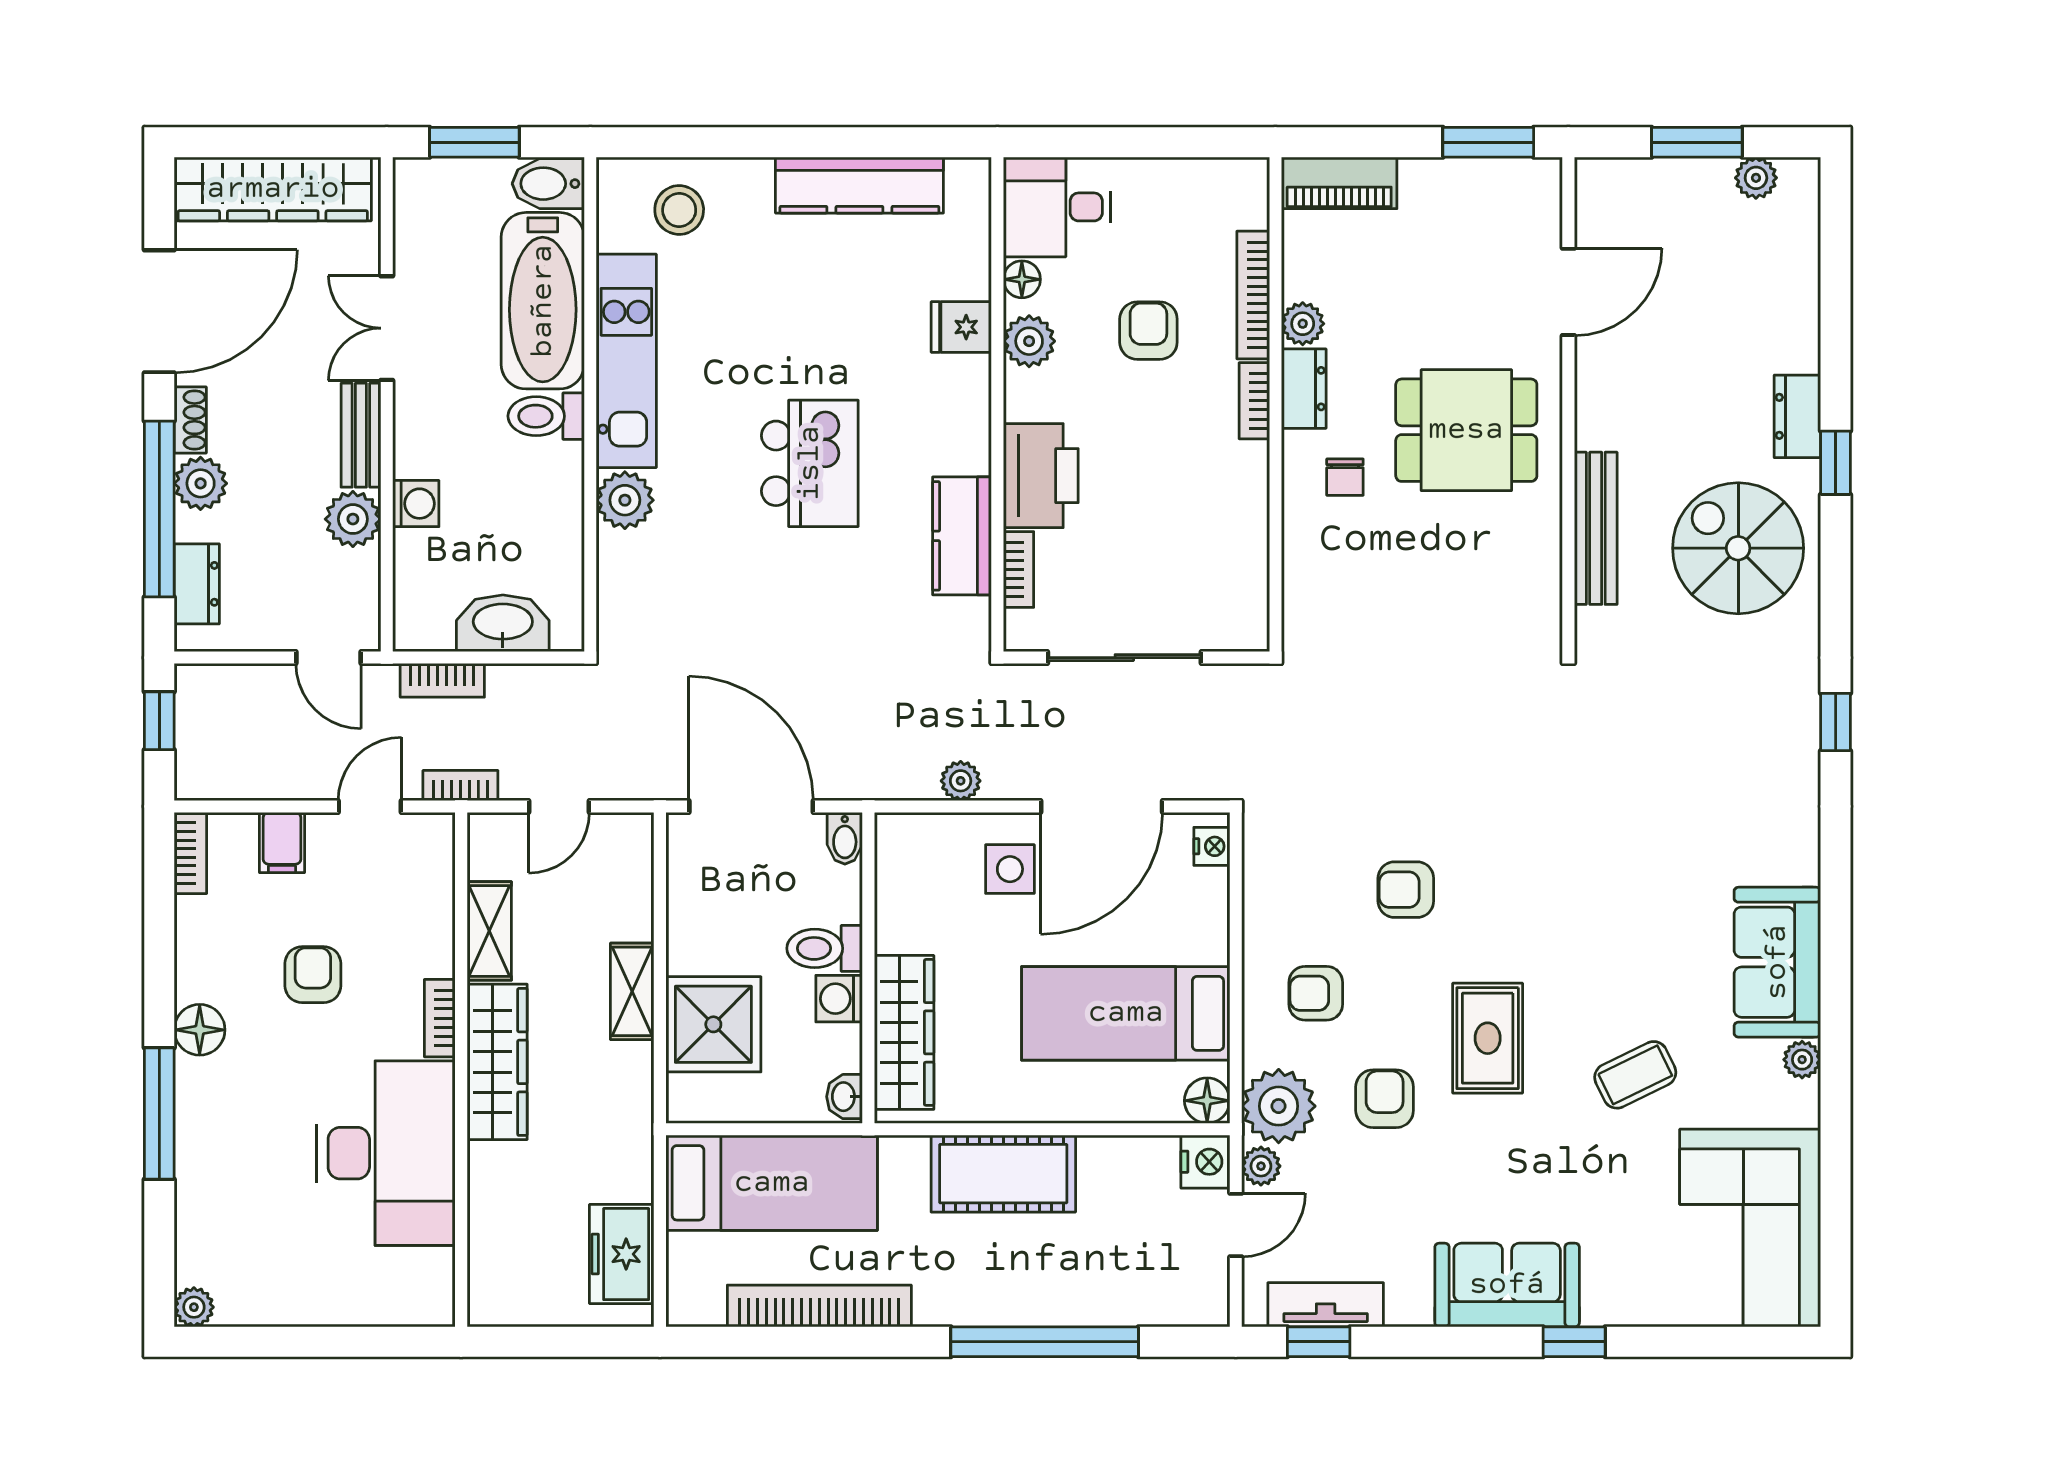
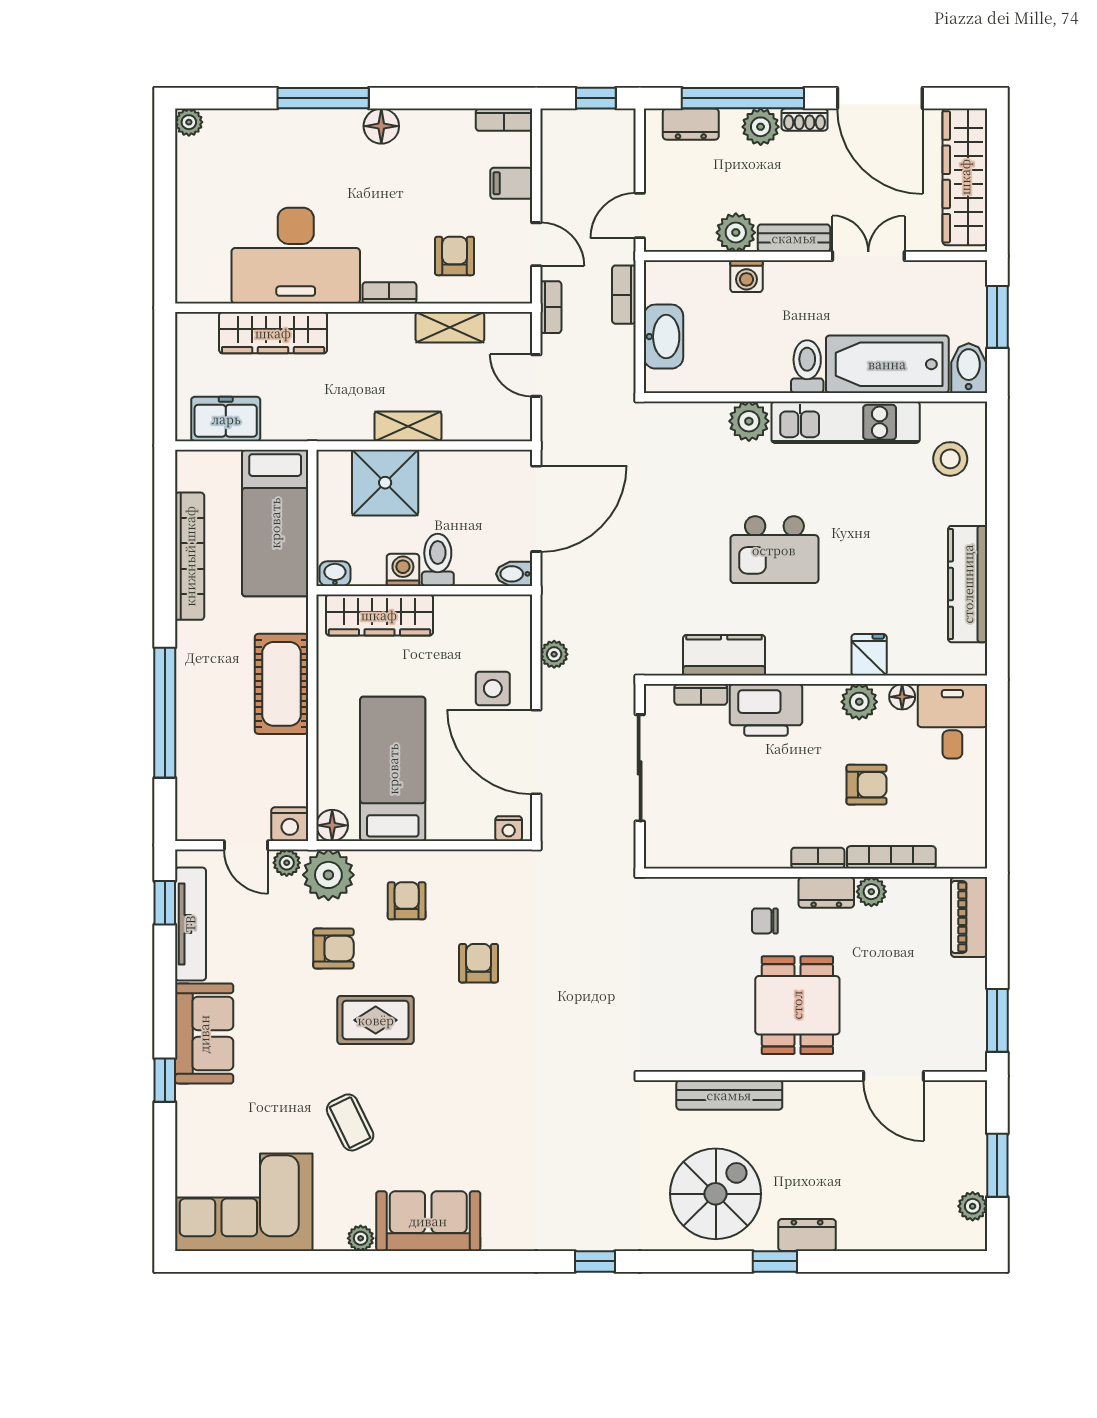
armchair: (313, 975) -> (455, 256), moved, turned -90
wardrobe: (497, 1062) -> (273, 333), moved
tv unit: (1326, 1305) -> (190, 924), width x1.41

